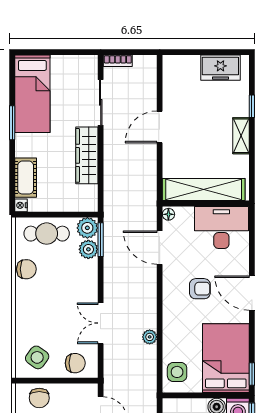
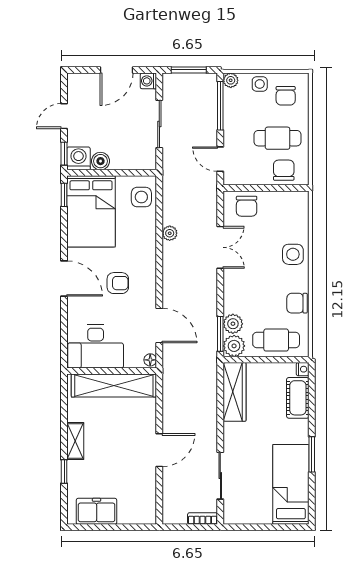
wardrobe: (87, 155) -> (235, 392), moved
armchair: (200, 289) -> (118, 283), turned 180
side table: (37, 357) -> (293, 254), moved, turned -36
chair: (75, 363) -> (247, 206), turned -90

